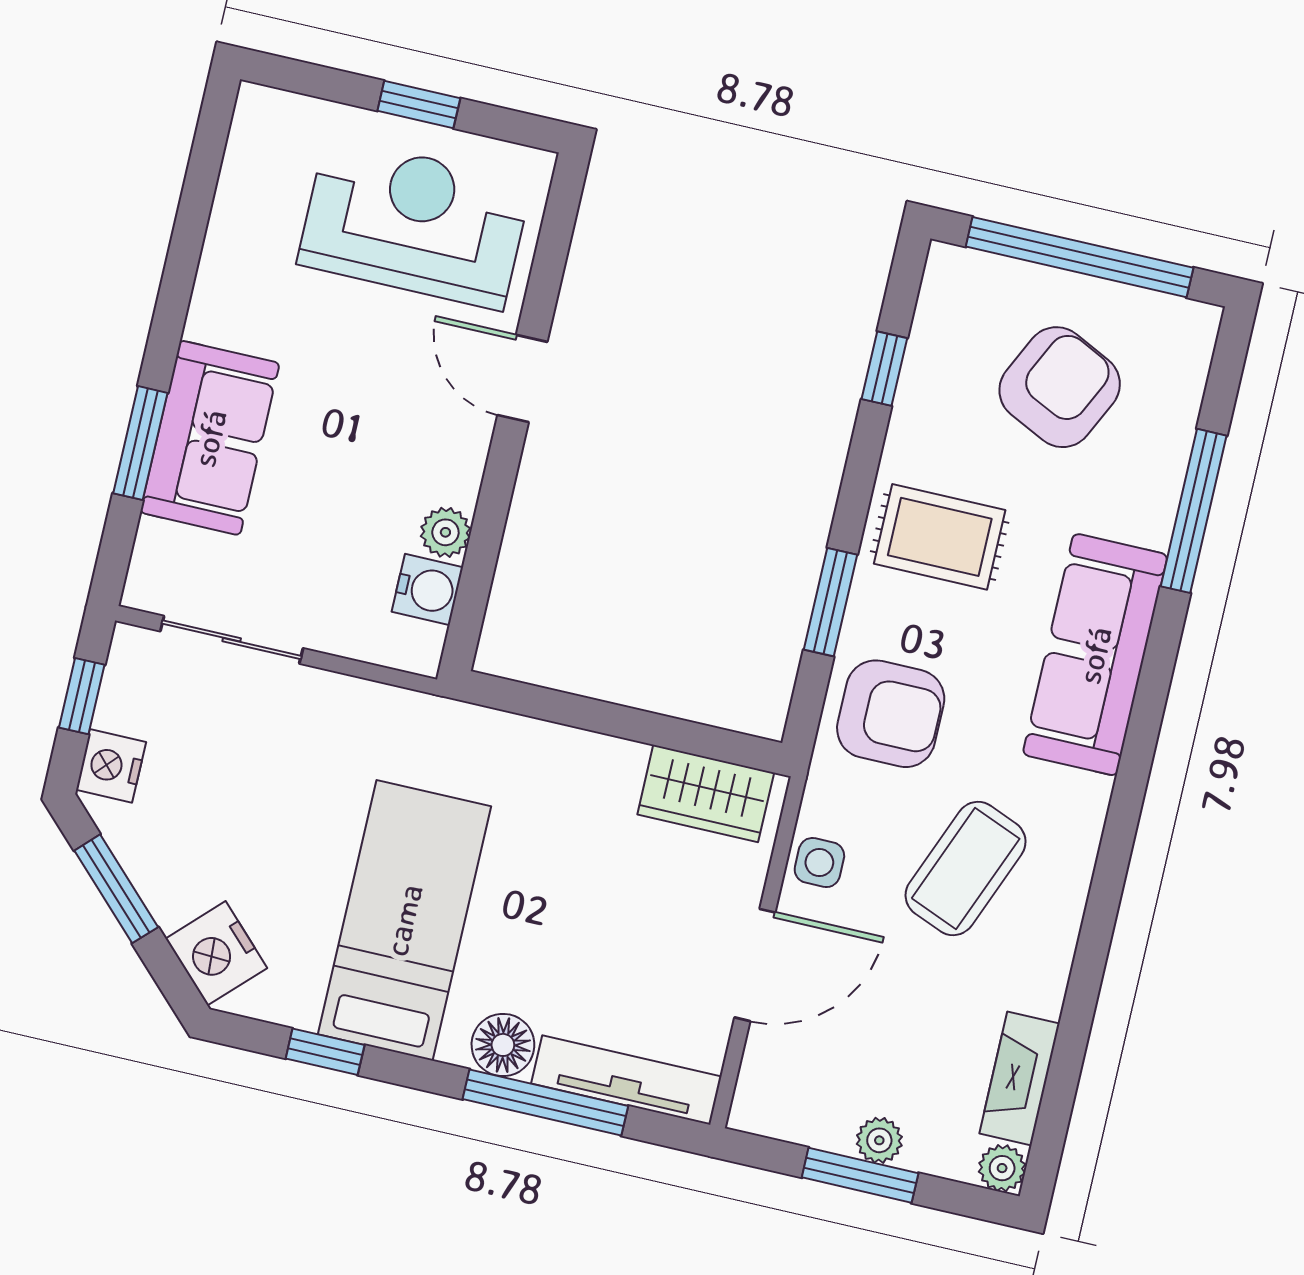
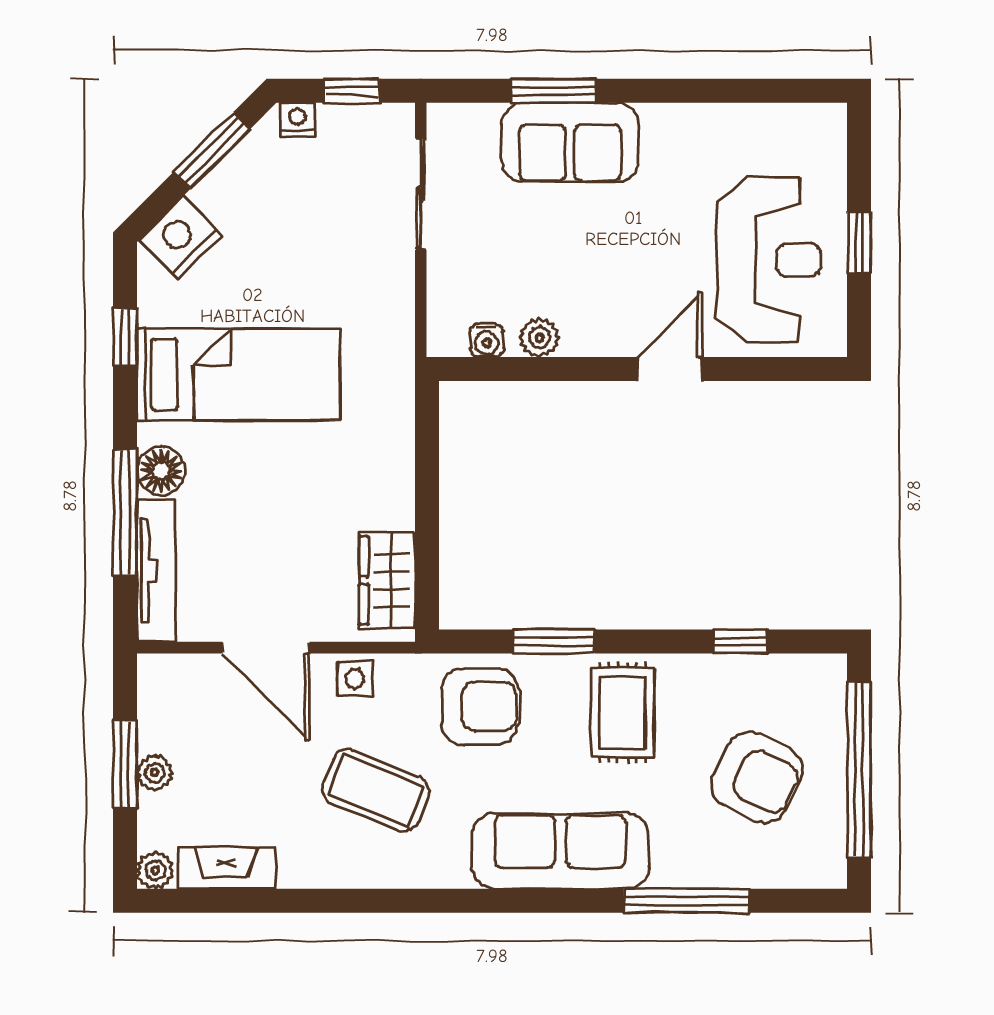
water cooler: (427, 590) -> (487, 340), width x0.72, depth x0.72
armchair: (891, 714) -> (480, 707), turned -90
nightstand: (111, 766) -> (297, 119), width x0.72, depth x0.74

